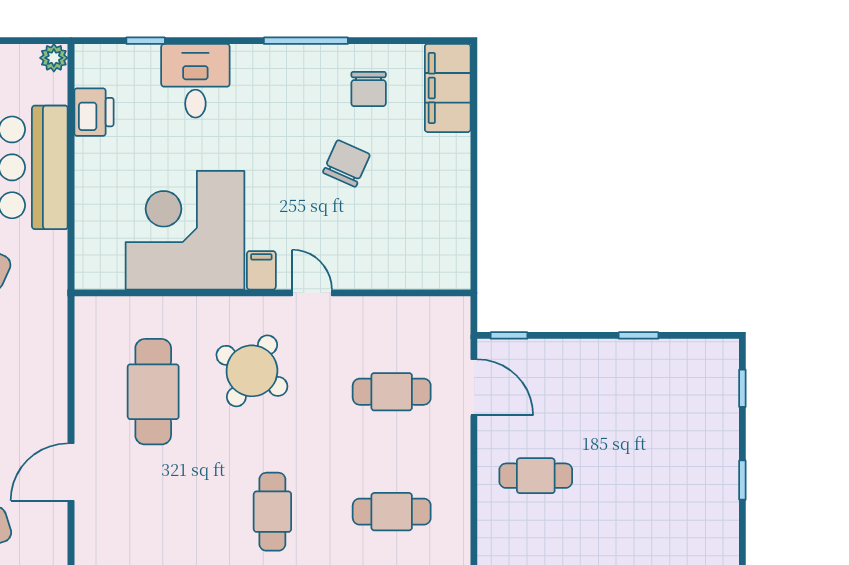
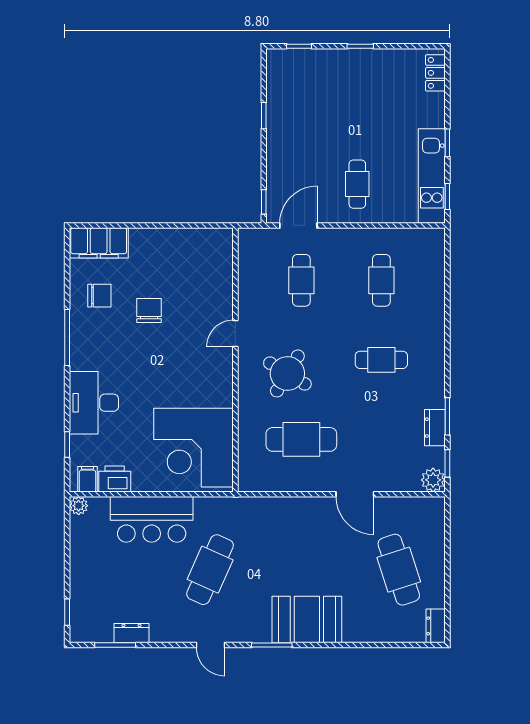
desk: (195, 81) -> (94, 403), width x1.37
chair: (346, 163) -> (149, 310), turned 66
corner desk: (185, 230) -> (194, 448), moved
filing cabinet: (261, 270) -> (87, 479), moved, turned 90

